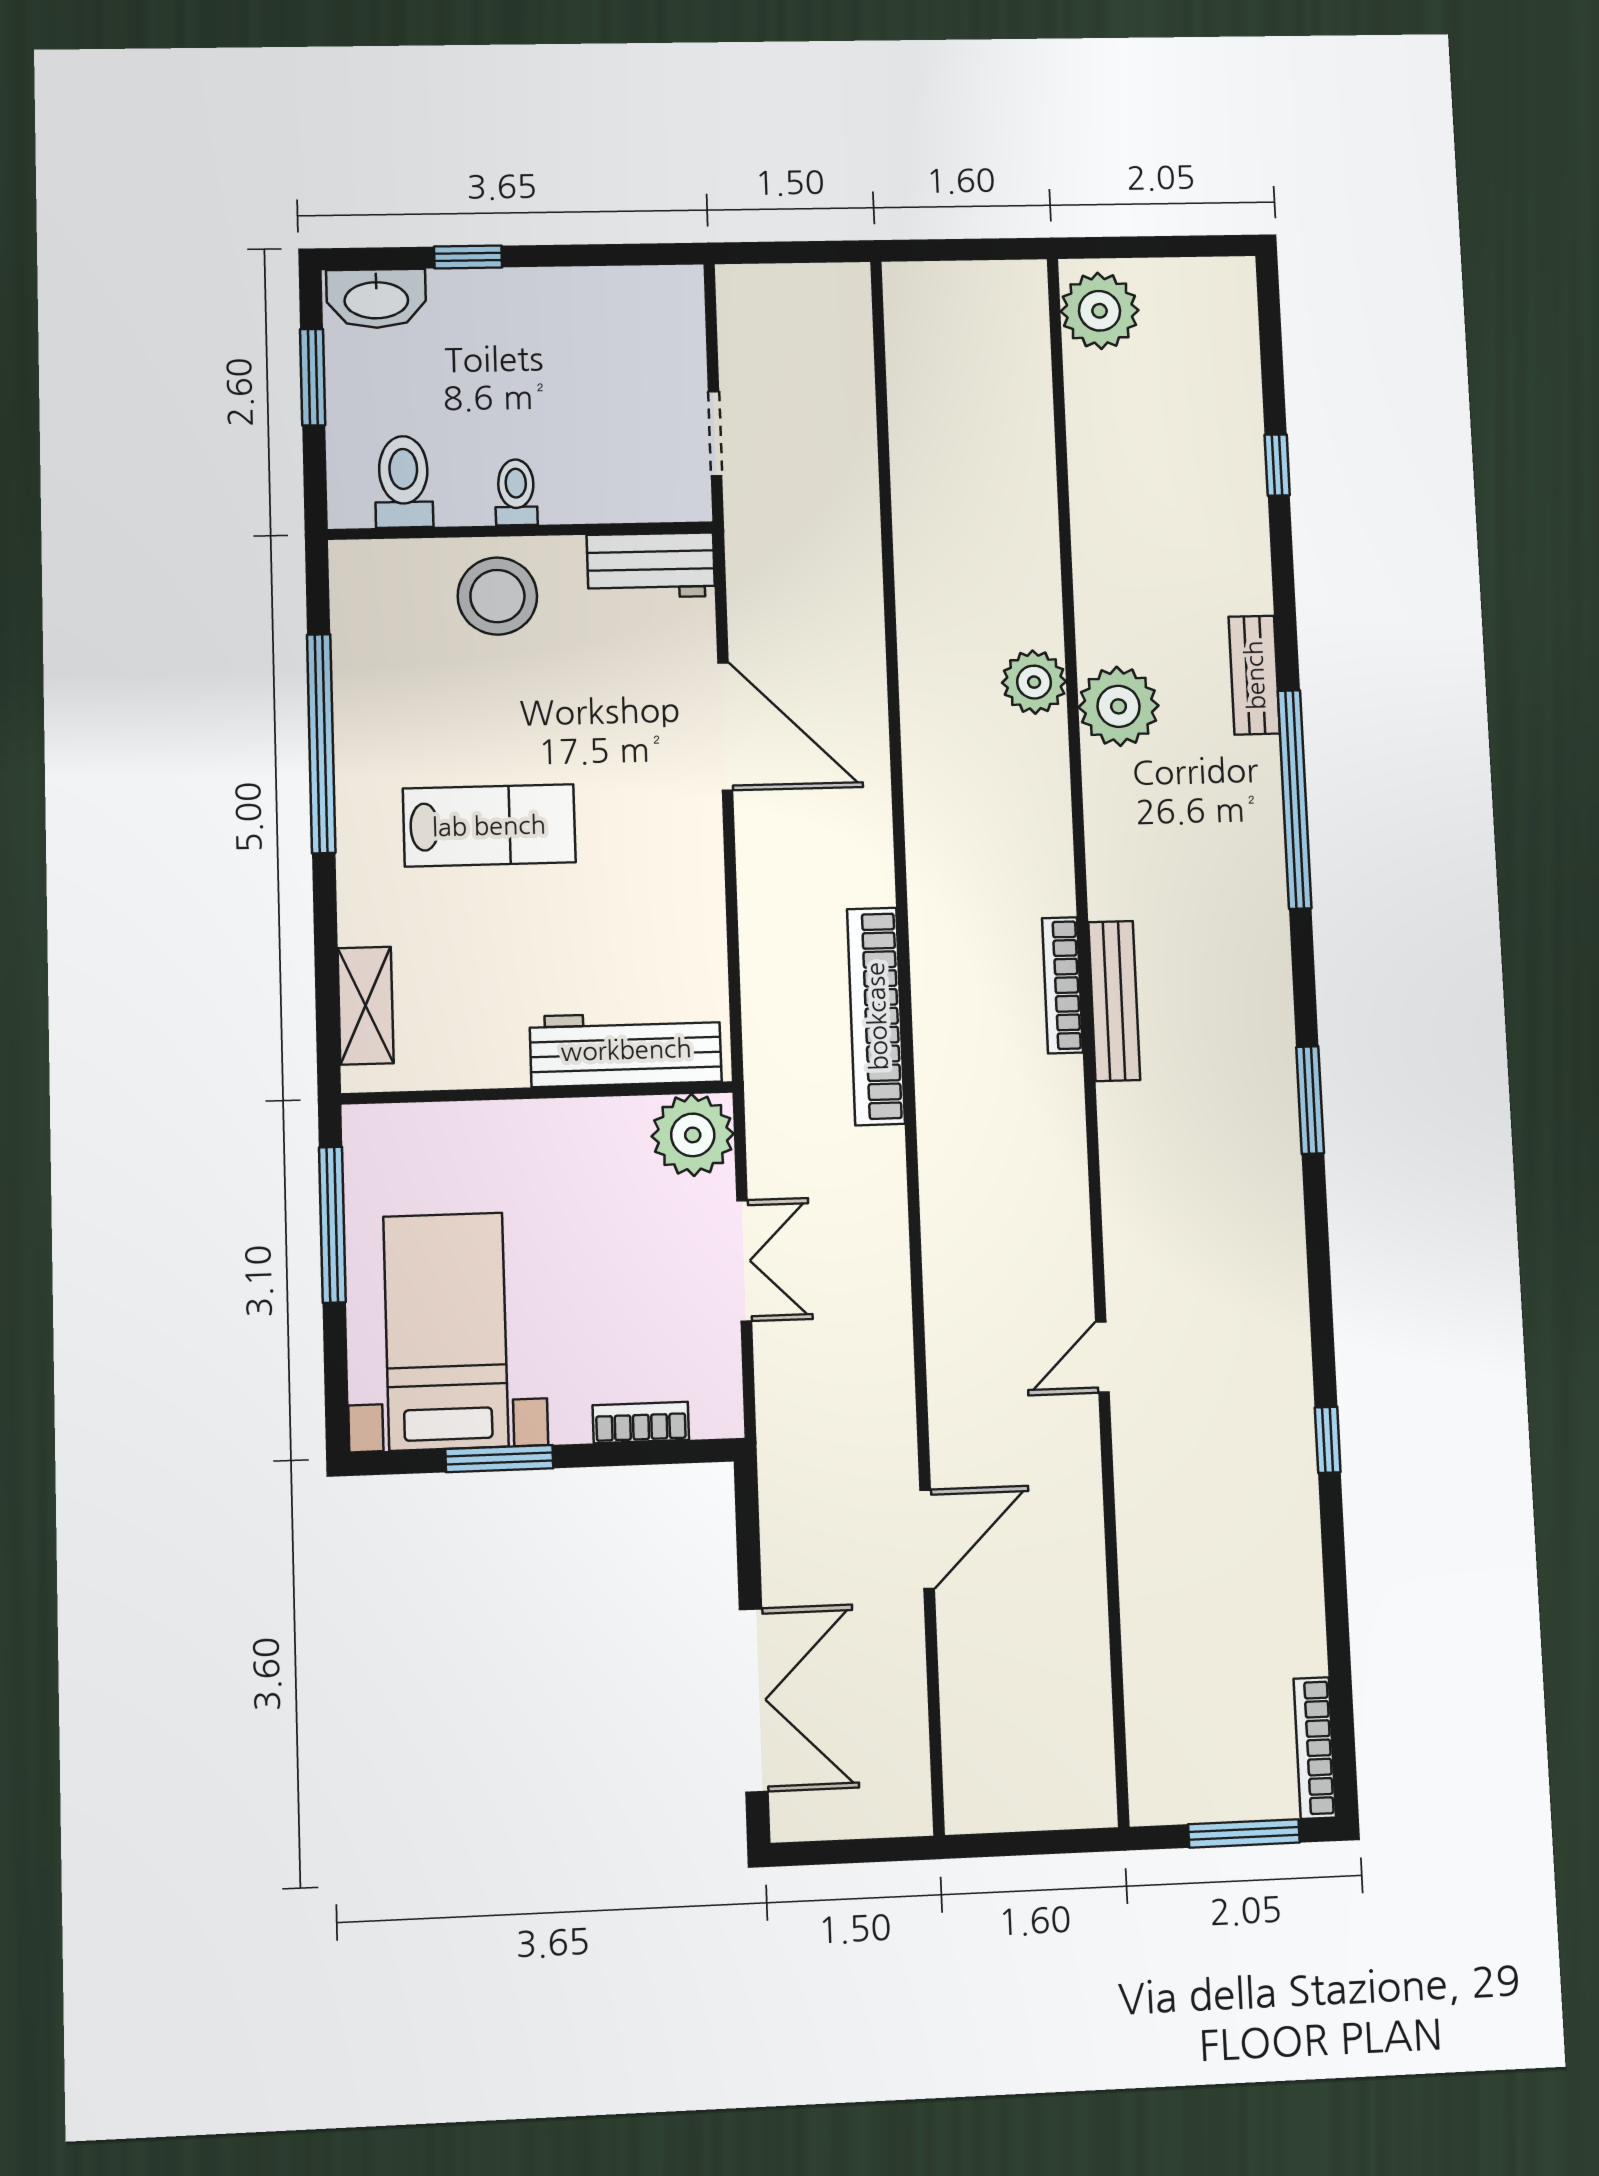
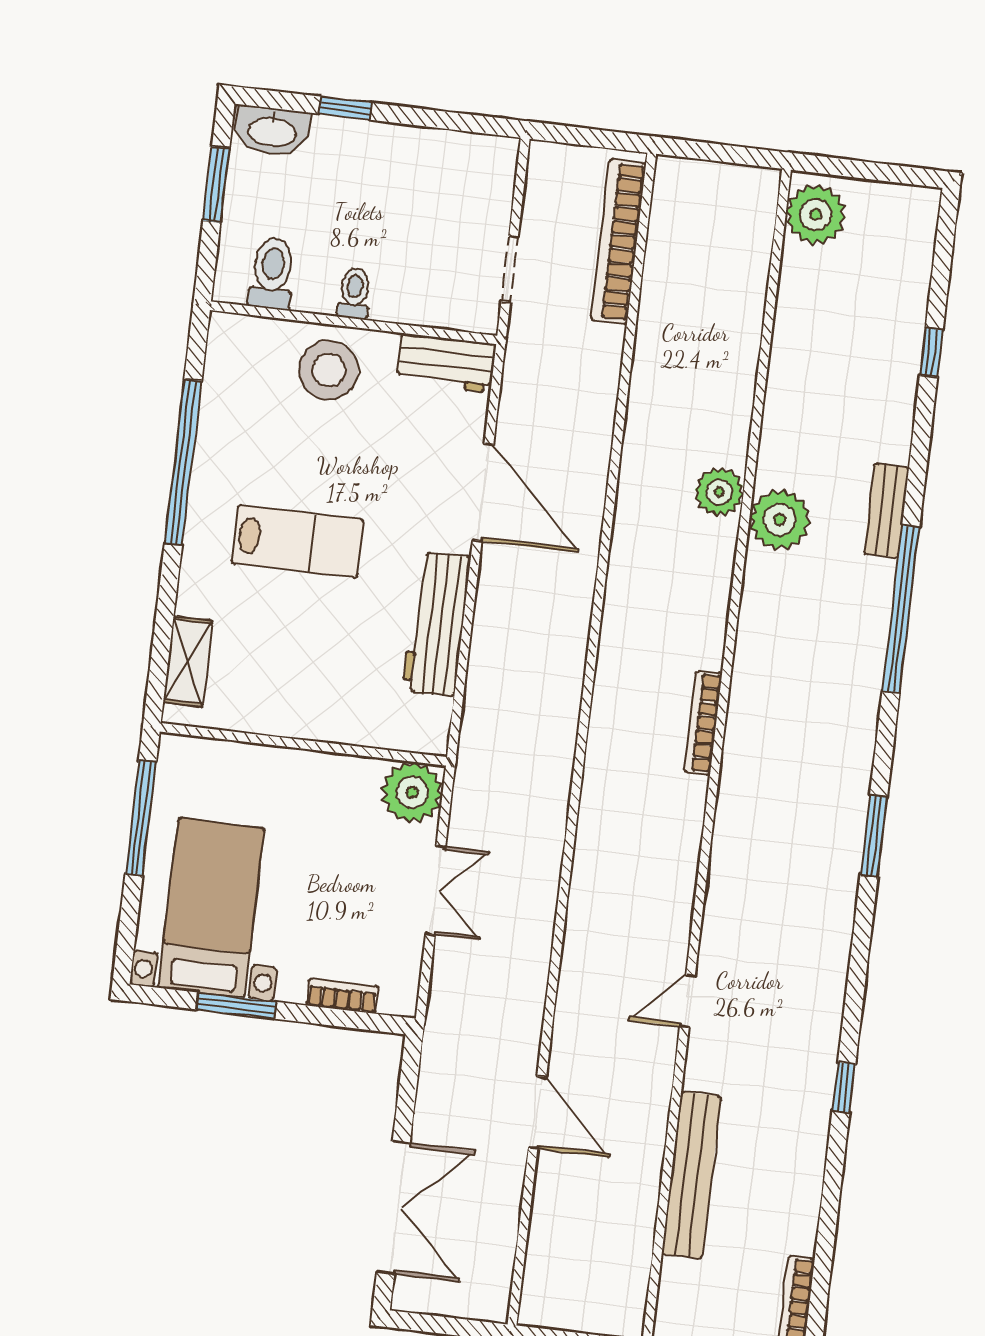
bench: (1114, 1001) -> (691, 1175), moved, width x1.37, depth x1.21
bookcase: (876, 1016) -> (618, 241), moved
workbench: (626, 1049) -> (436, 624), moved, turned -90
door: (927, 1539) -> (537, 1113), hinge flipped

